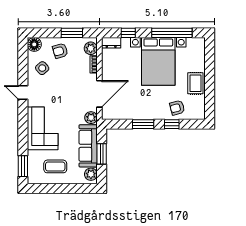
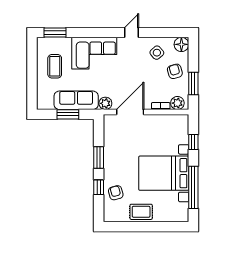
dresser: (111, 43) -> (183, 124), removed
door: (99, 94) -> (130, 112), swing flipped
plant: (91, 174) -> (47, 103), removed

